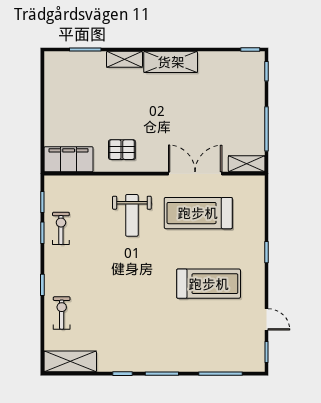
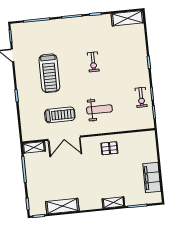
shelving: (171, 62) -> (62, 206), moved
filing cabinet: (69, 159) -> (152, 178), moved, turned 90
treadmill: (198, 213) -> (60, 115), width x0.73, depth x0.73
weight bench: (132, 215) -> (99, 109), turned 90
treadmill: (209, 284) -> (49, 73), turned -90
exercise bike: (62, 313) -> (93, 62), moved

